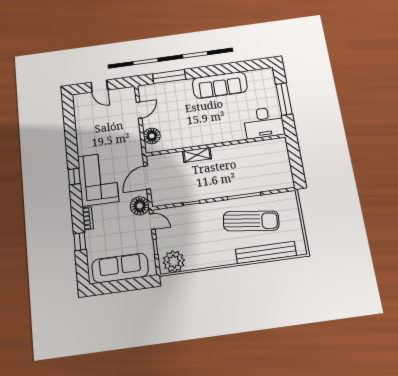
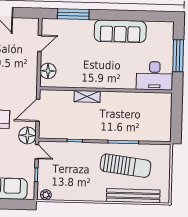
plant: (174, 261) -> (46, 195), width x0.53, depth x0.53

